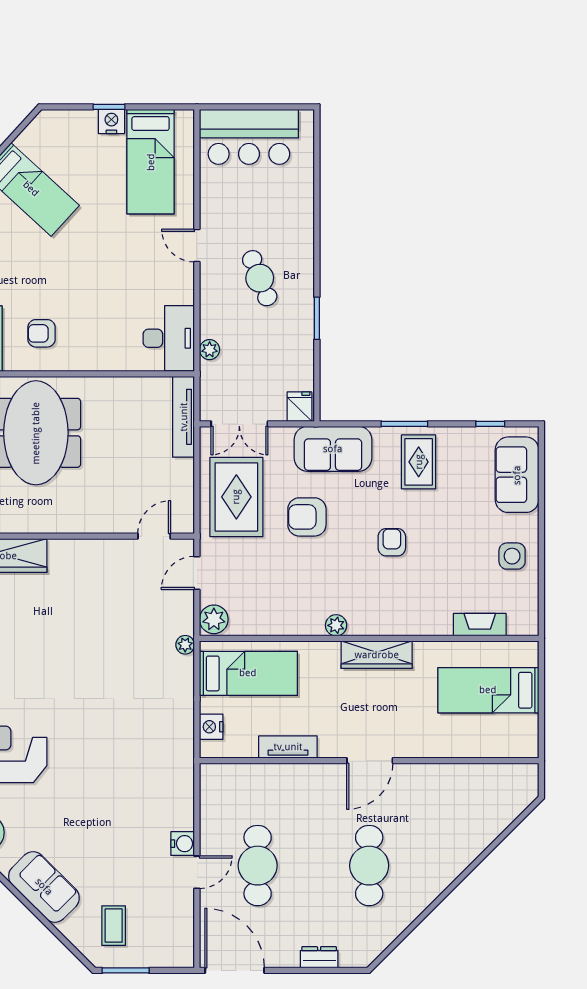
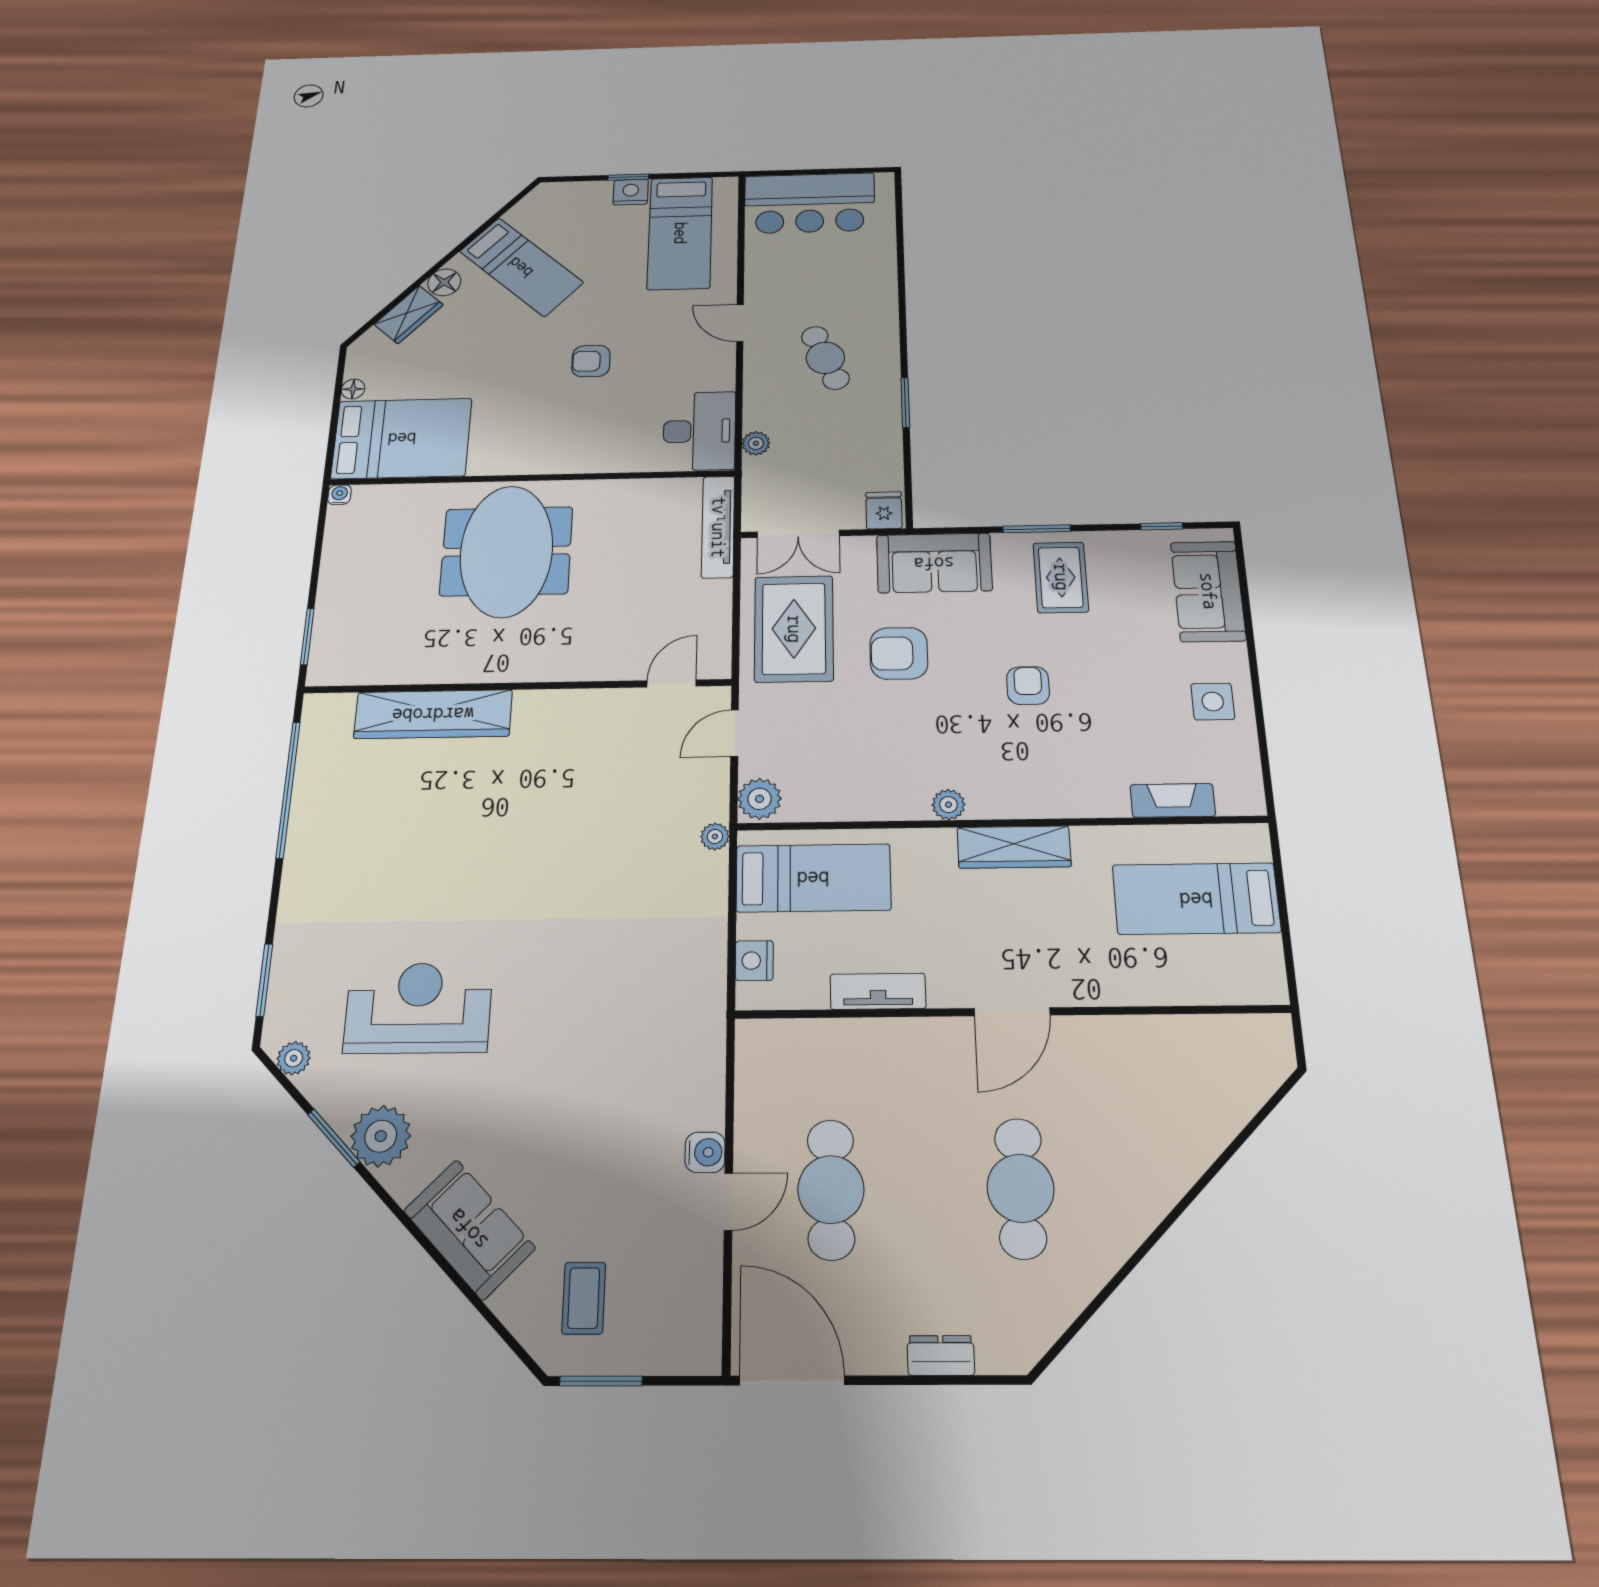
armchair: (41, 333) -> (591, 361), moved

